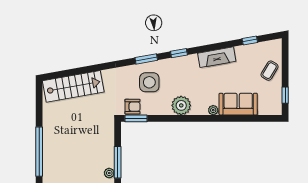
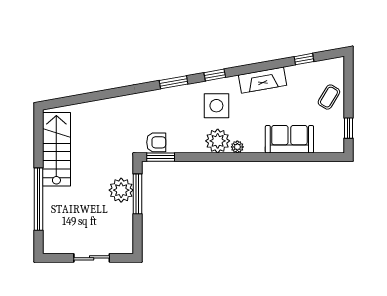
side table: (149, 82) -> (216, 106), moved
stairs: (73, 86) -> (56, 149), moved, turned -80
plant: (213, 110) -> (237, 147), moved
window: (118, 162) -> (137, 194), moved
plant: (109, 173) -> (121, 190), moved, width x1.88, depth x1.88

